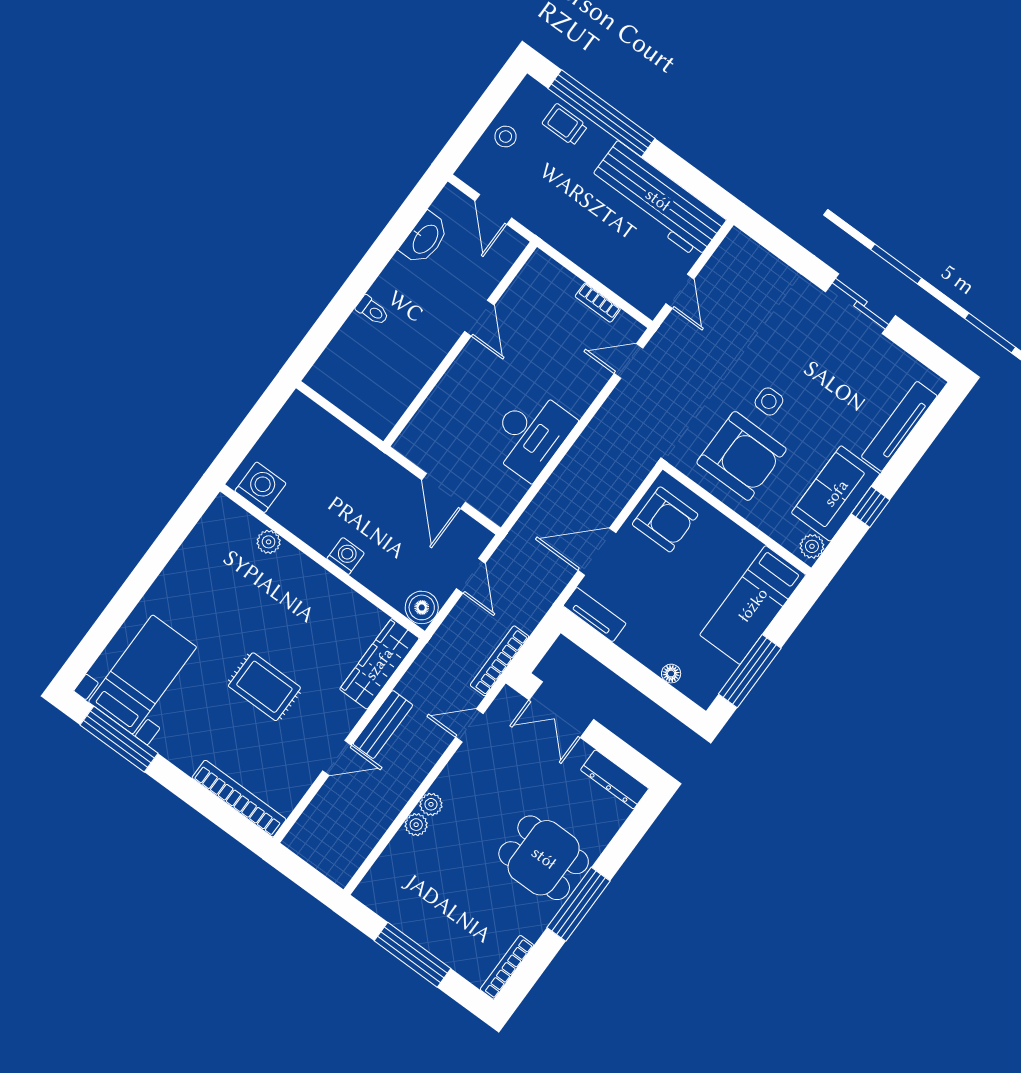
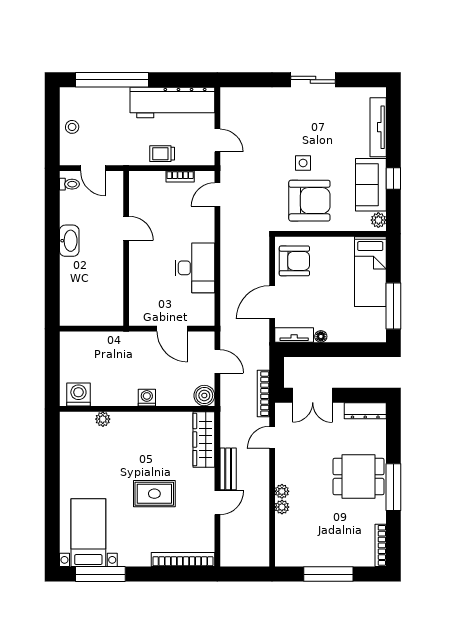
trolley: (565, 125) -> (162, 154), moved
washbasin: (425, 239) -> (69, 241), moved
toilet: (372, 311) -> (69, 184), moved
floor lamp: (671, 674) -> (321, 336), moved

